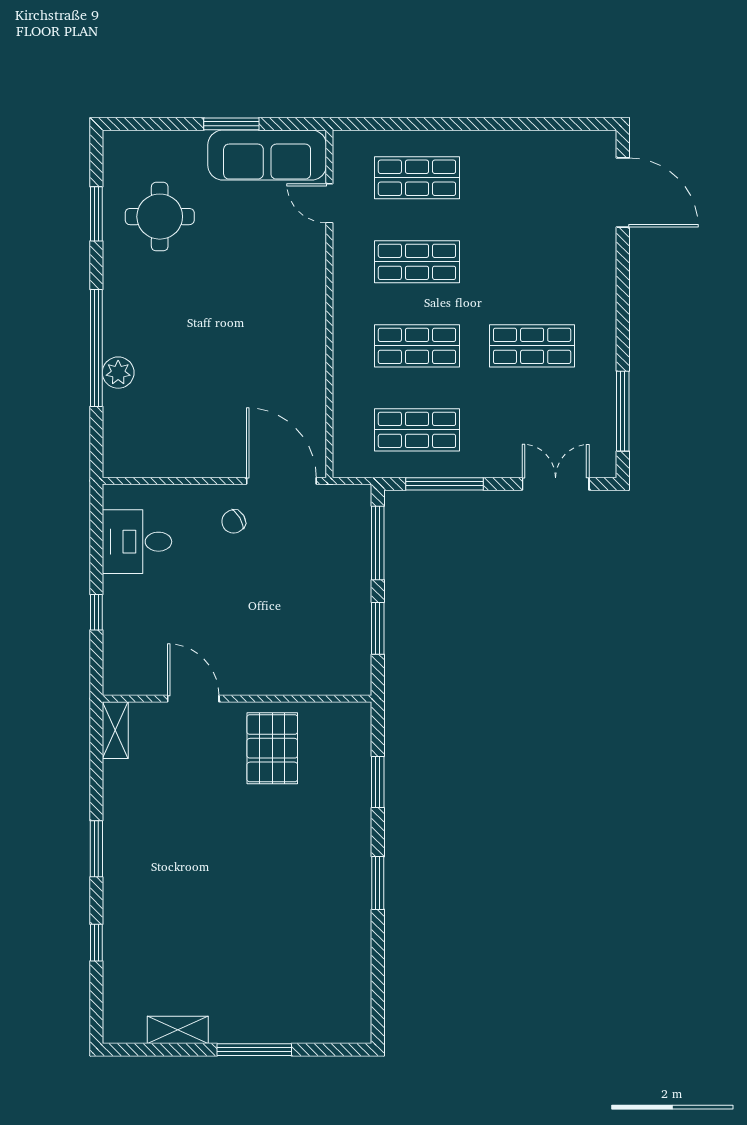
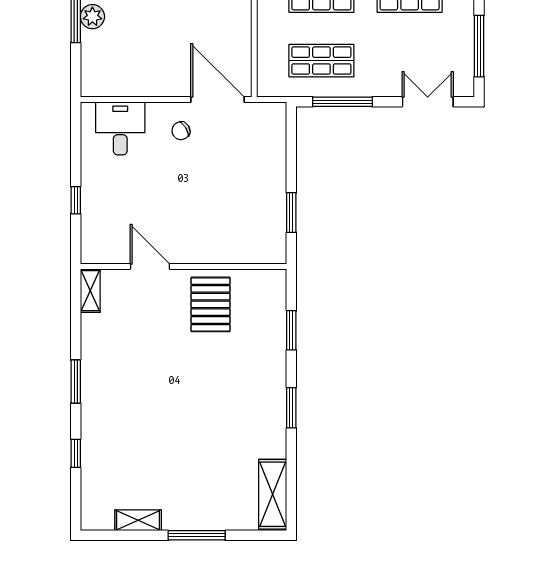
desk: (137, 542) -> (120, 128), moved, turned 90
window: (378, 543) -> (291, 147), removed
shelving: (353, 996) -> (273, 494), added

